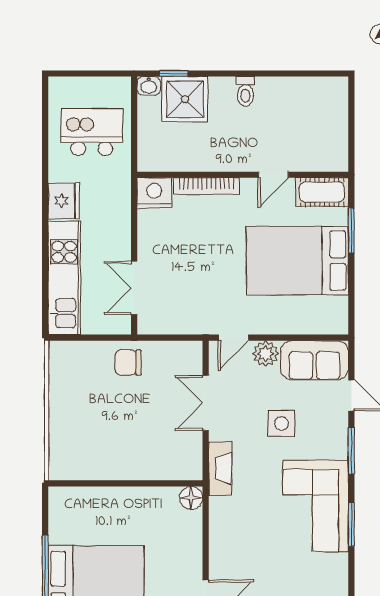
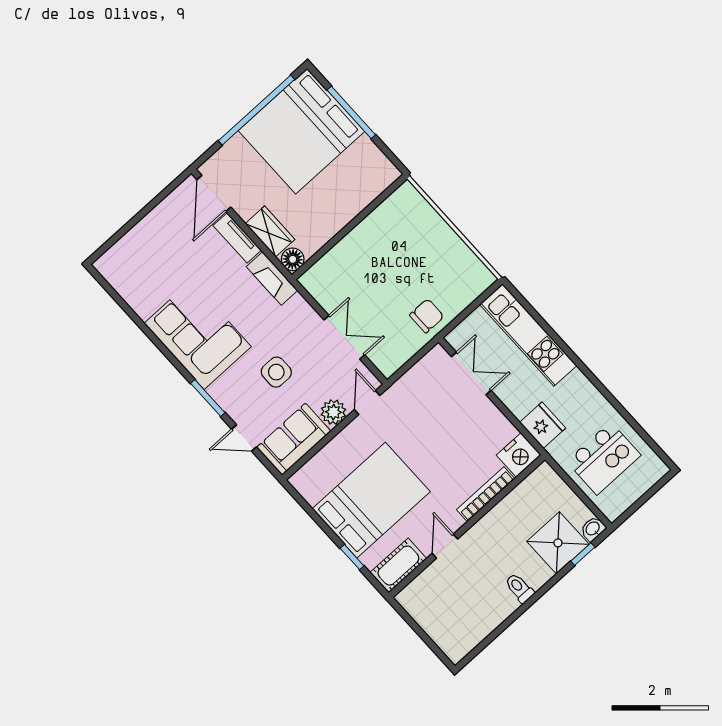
fridge: (64, 201) -> (543, 425), moved, turned 180
window: (351, 230) -> (352, 557), width x0.67
fireplace: (220, 469) -> (272, 278), moved
window: (351, 524) -> (160, 345), removed
wardrobe: (189, 535) -> (270, 231), added
tv unit: (219, 553) -> (237, 238), added

